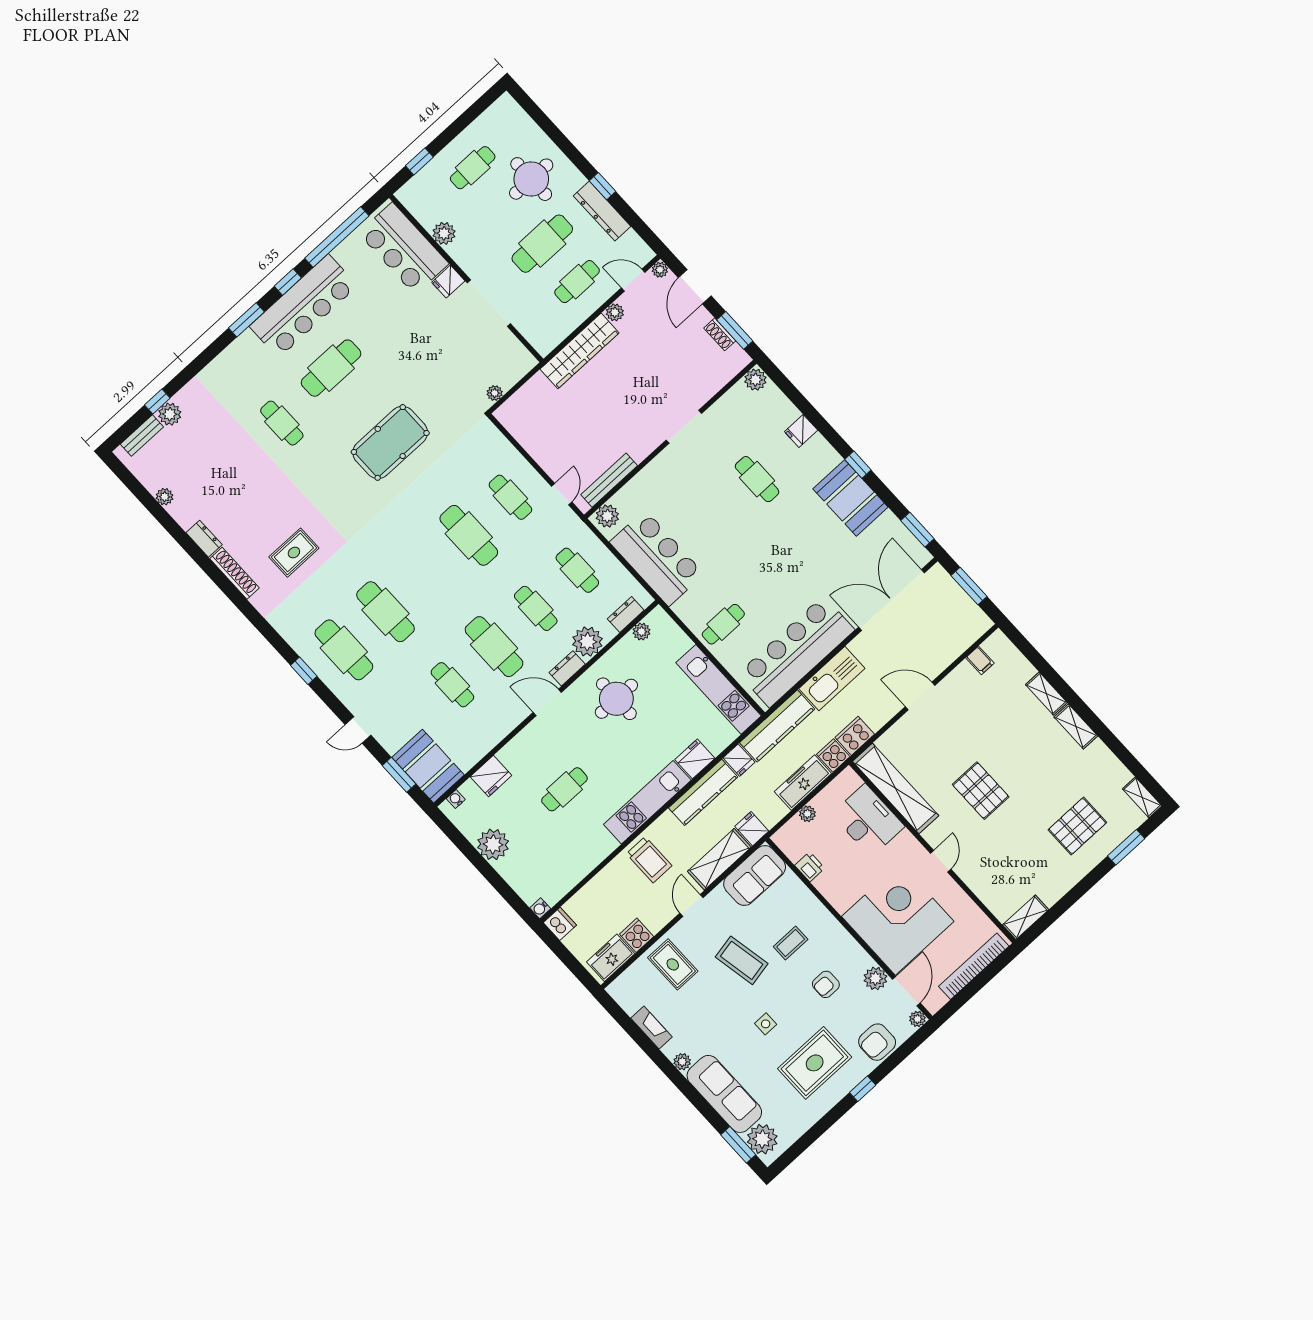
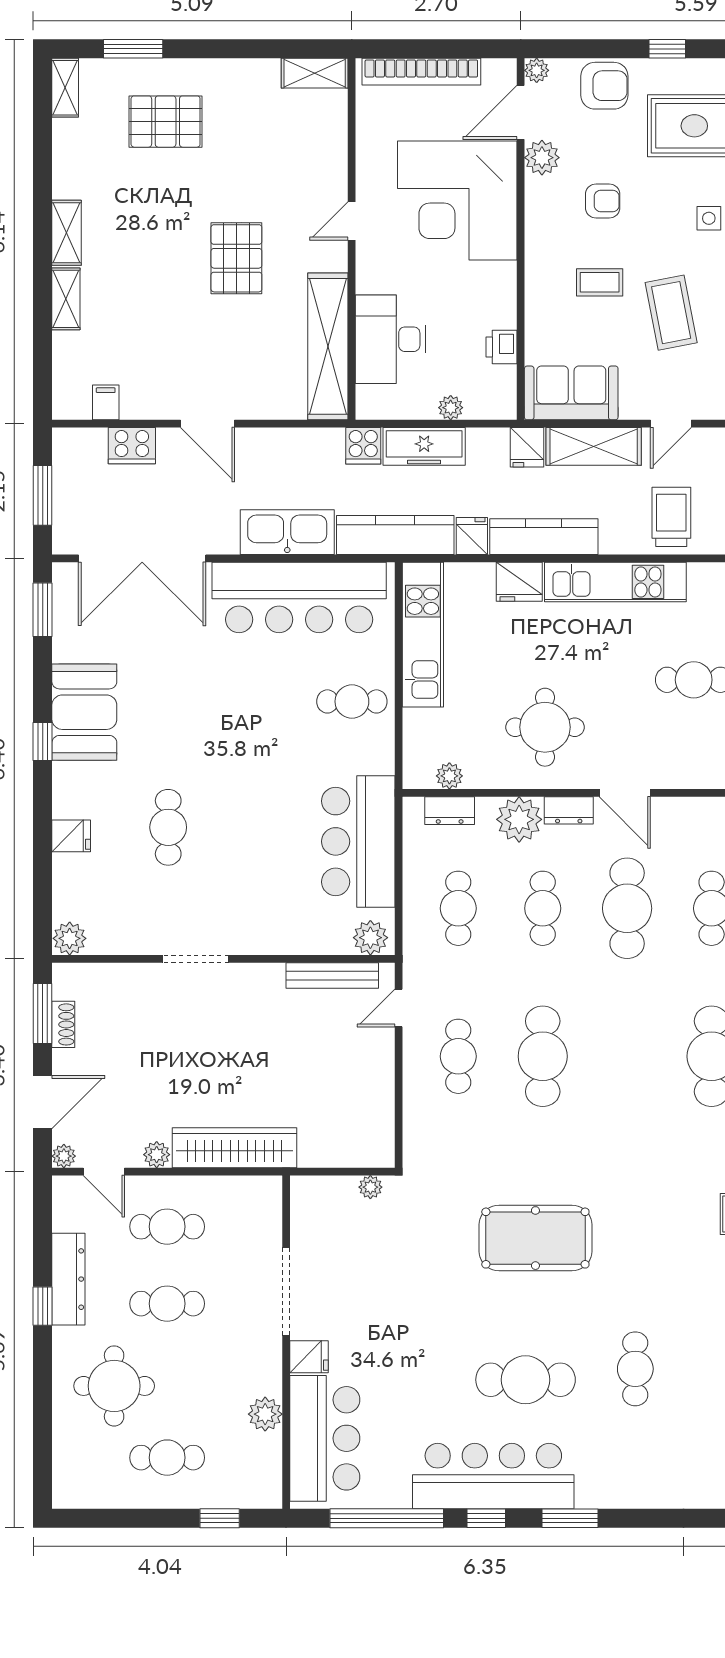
cafe table: (542, 244) -> (167, 1304), width x0.73, depth x0.74
cooker: (855, 736) -> (132, 446), moved

